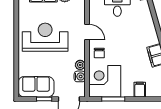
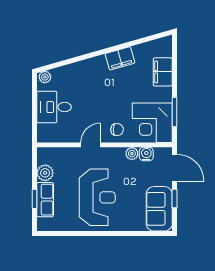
reception desk: (45, 37) -> (97, 197), turned 180
filing cabinet: (140, 90) -> (163, 72), width x2.00

